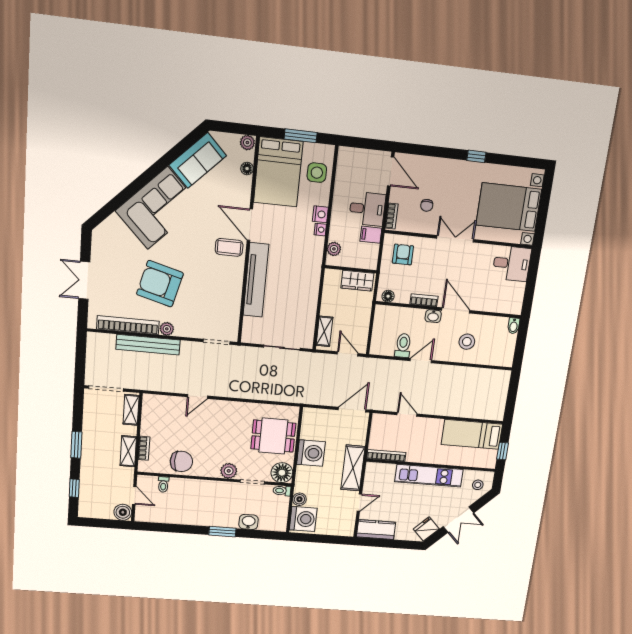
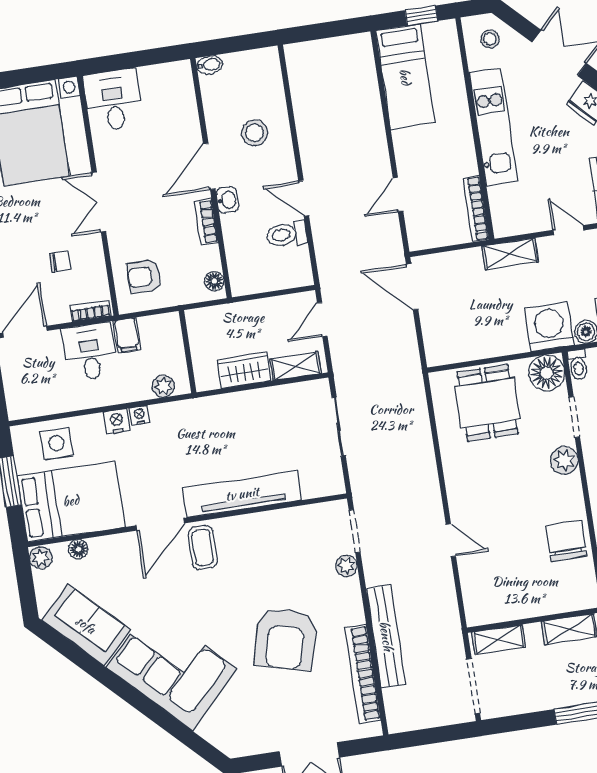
wardrobe: (357, 281) -> (244, 370), moved, turned -90
plant: (167, 329) -> (346, 566), moved
bookcase: (144, 448) -> (558, 605), removed
washing machine: (311, 453) -> (549, 327), moved
shelving: (353, 468) -> (510, 254), width x0.67, depth x0.75

